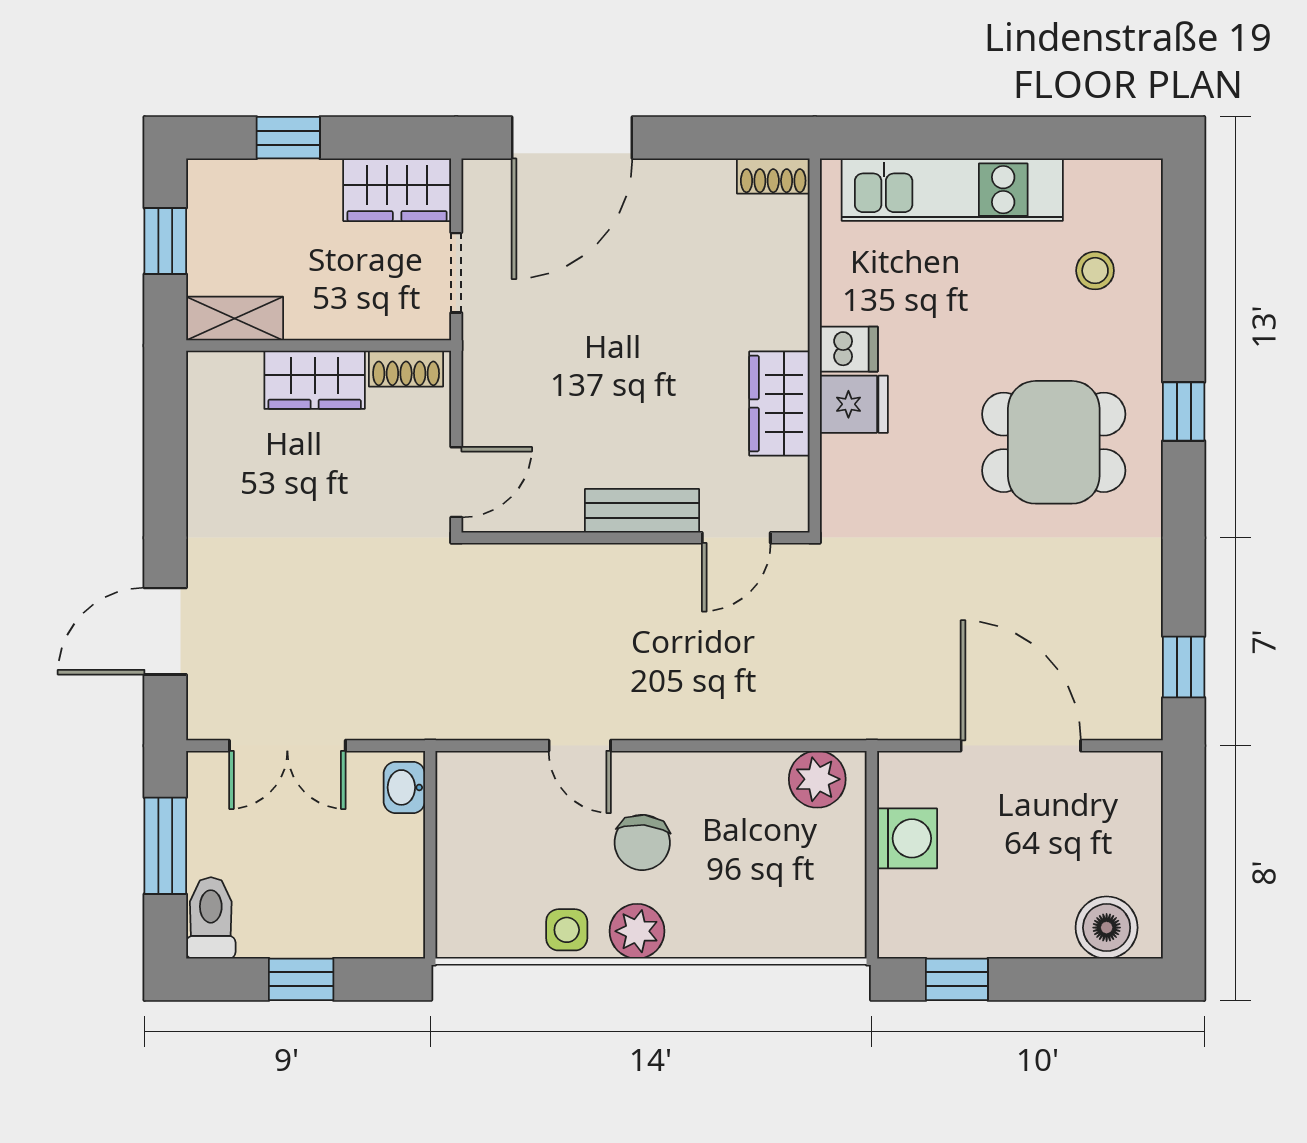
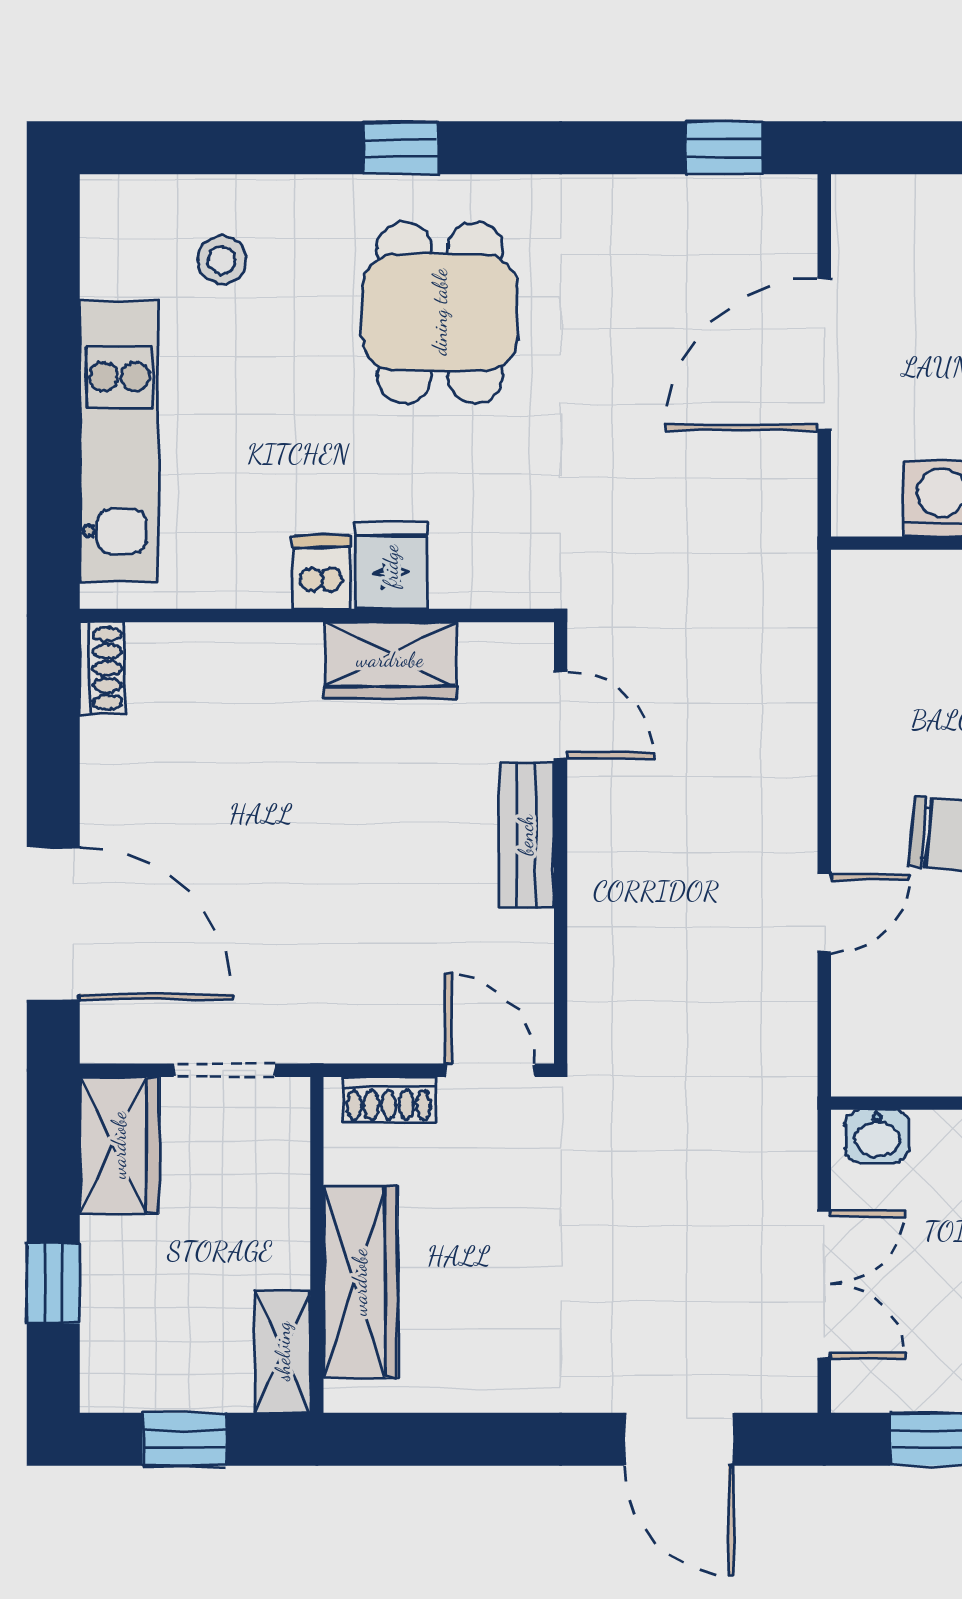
shoe rack: (406, 369) -> (389, 1100), moved, turned 90
wardrobe: (315, 380) -> (360, 1282), width x1.50
plant: (817, 779) -> (867, 612), removed

